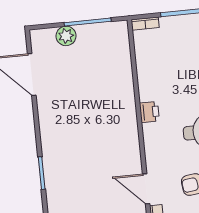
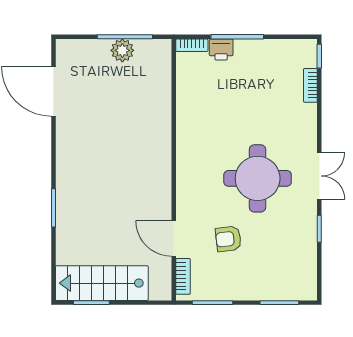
plant: (66, 36) -> (122, 50), moved
printer: (149, 112) -> (221, 49), moved, turned 90

